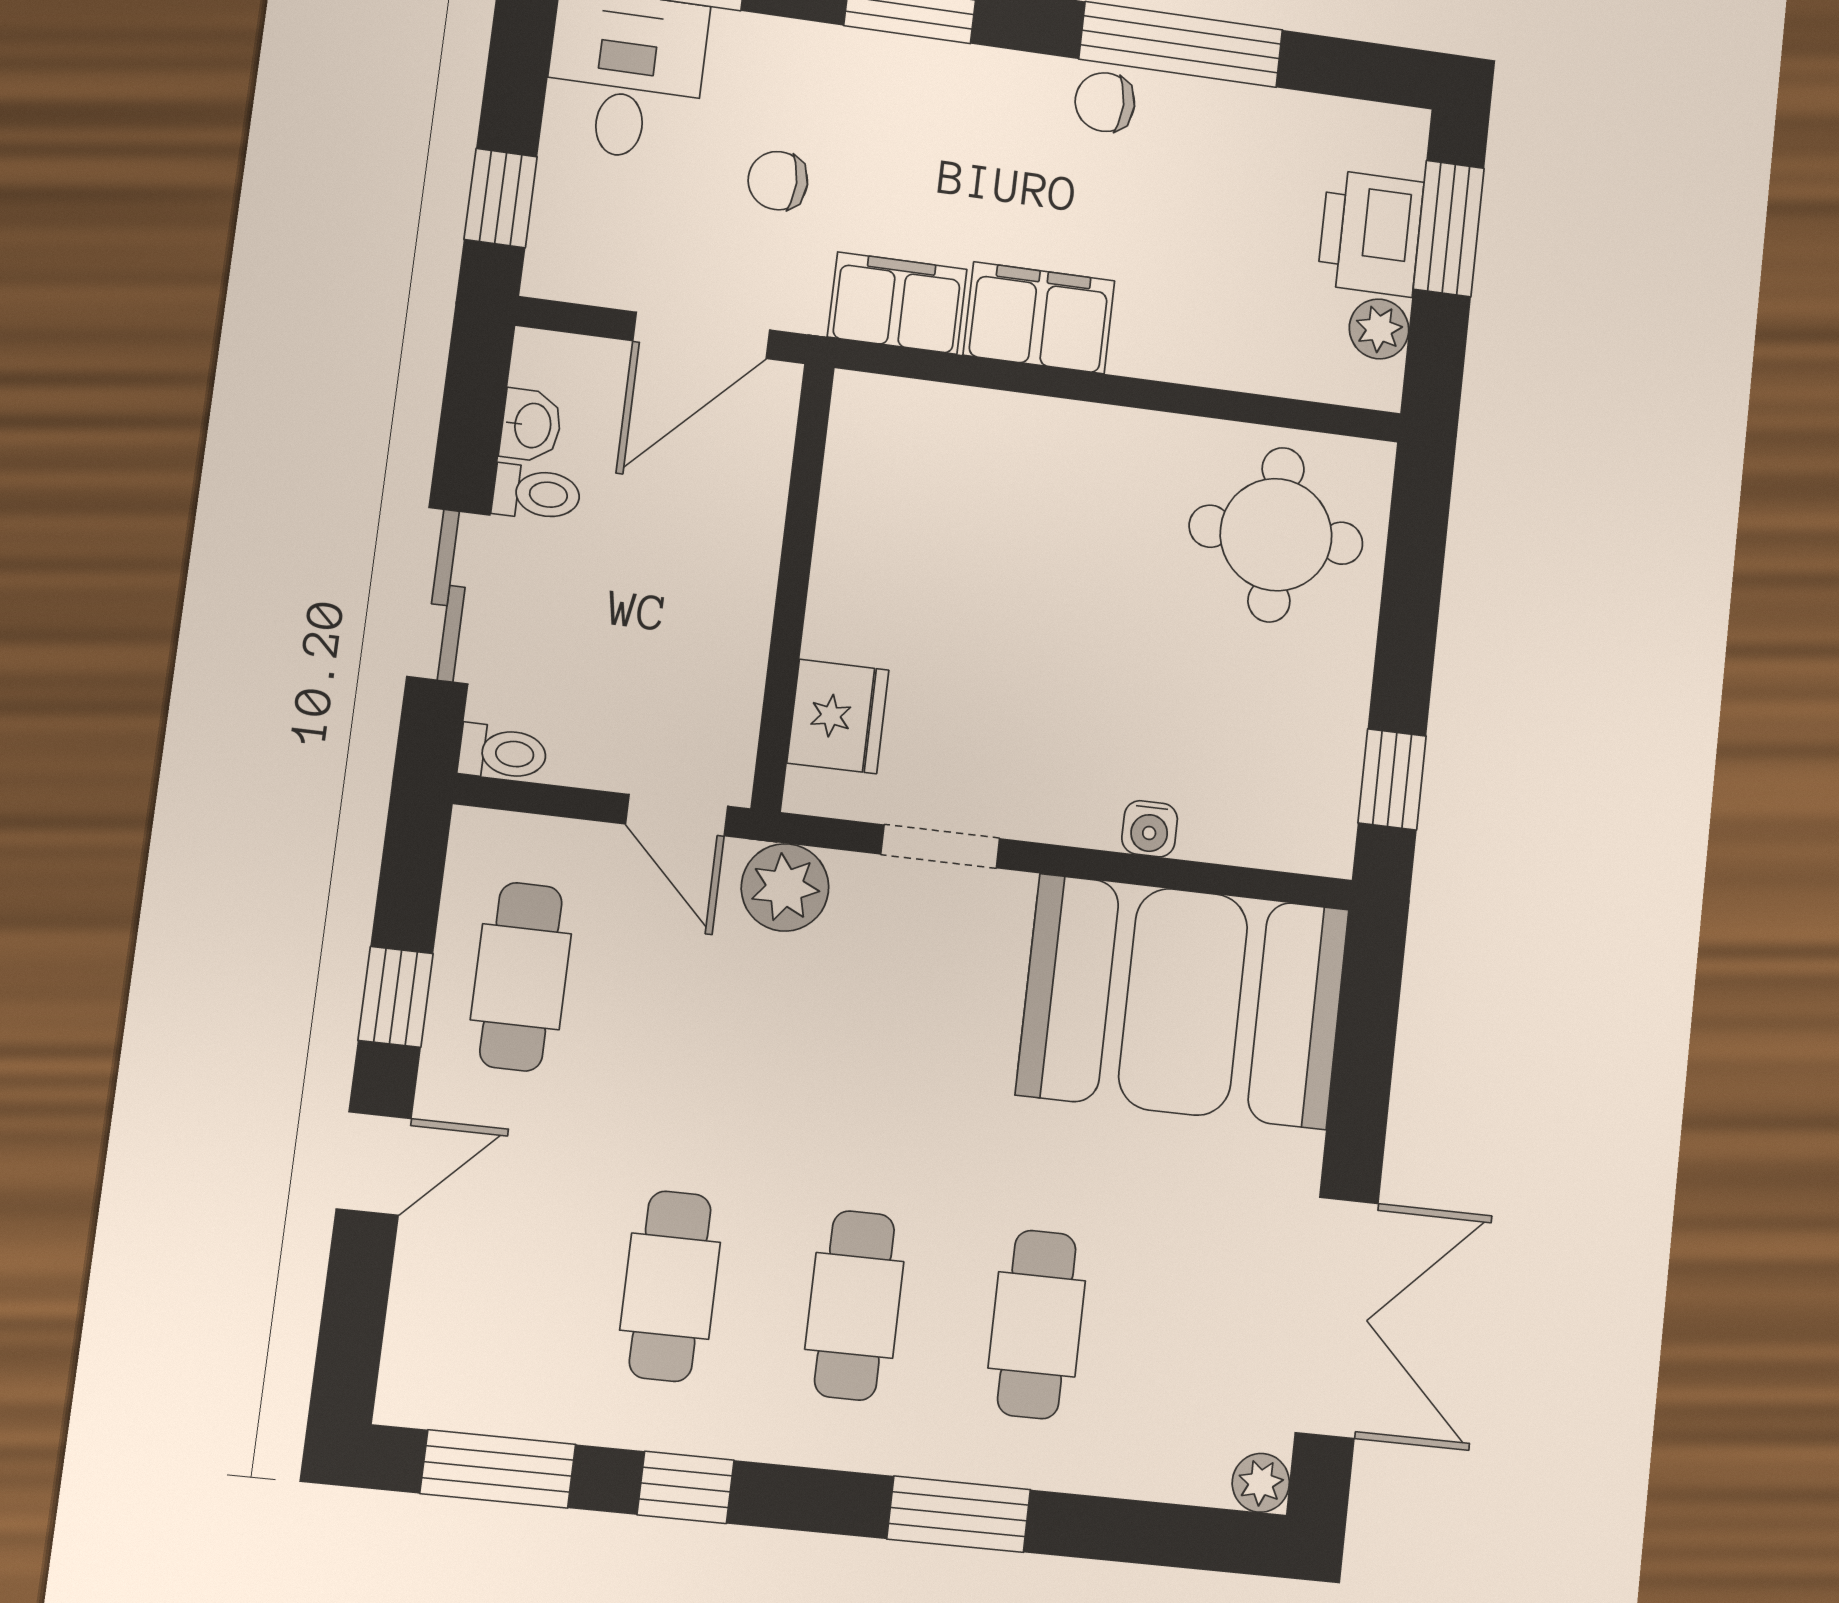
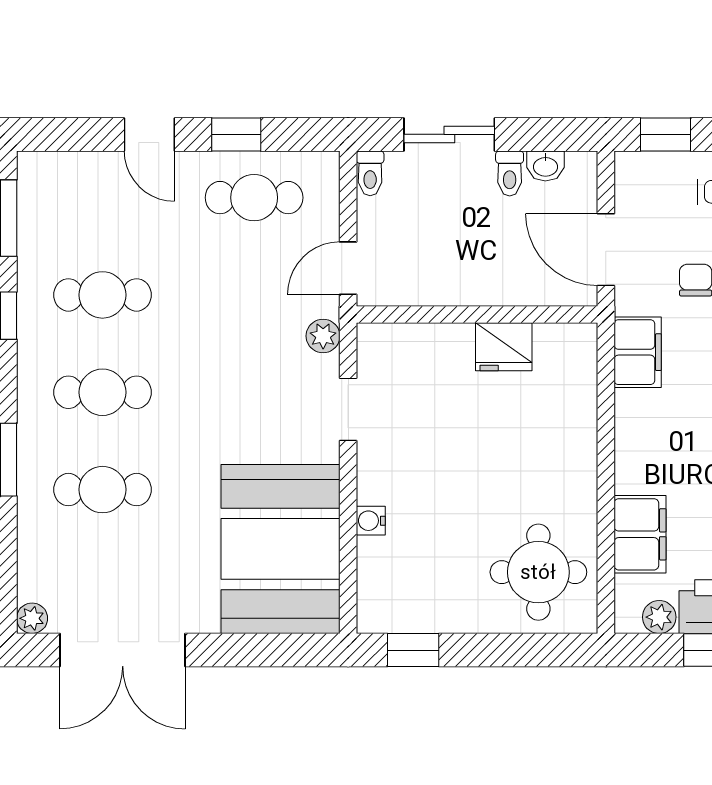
filing cabinet: (1039, 318) -> (640, 534), moved
fridge: (838, 717) -> (504, 347), moved
plant: (785, 887) -> (323, 336), width x0.73, depth x0.73

